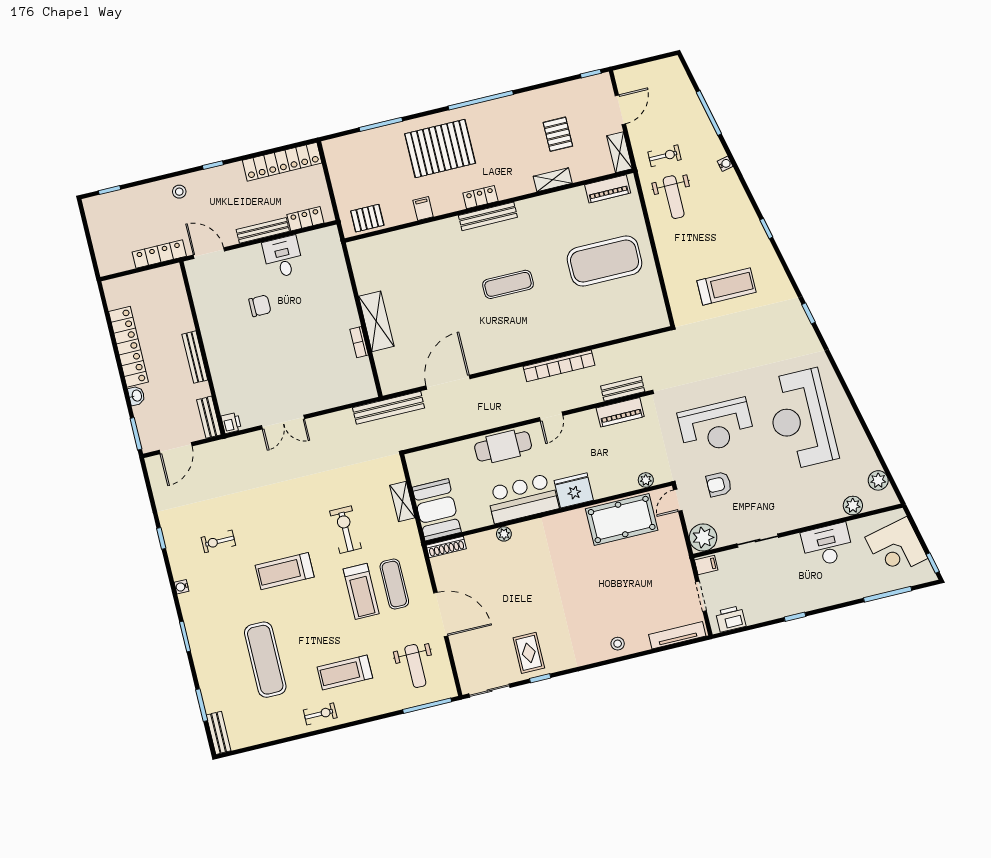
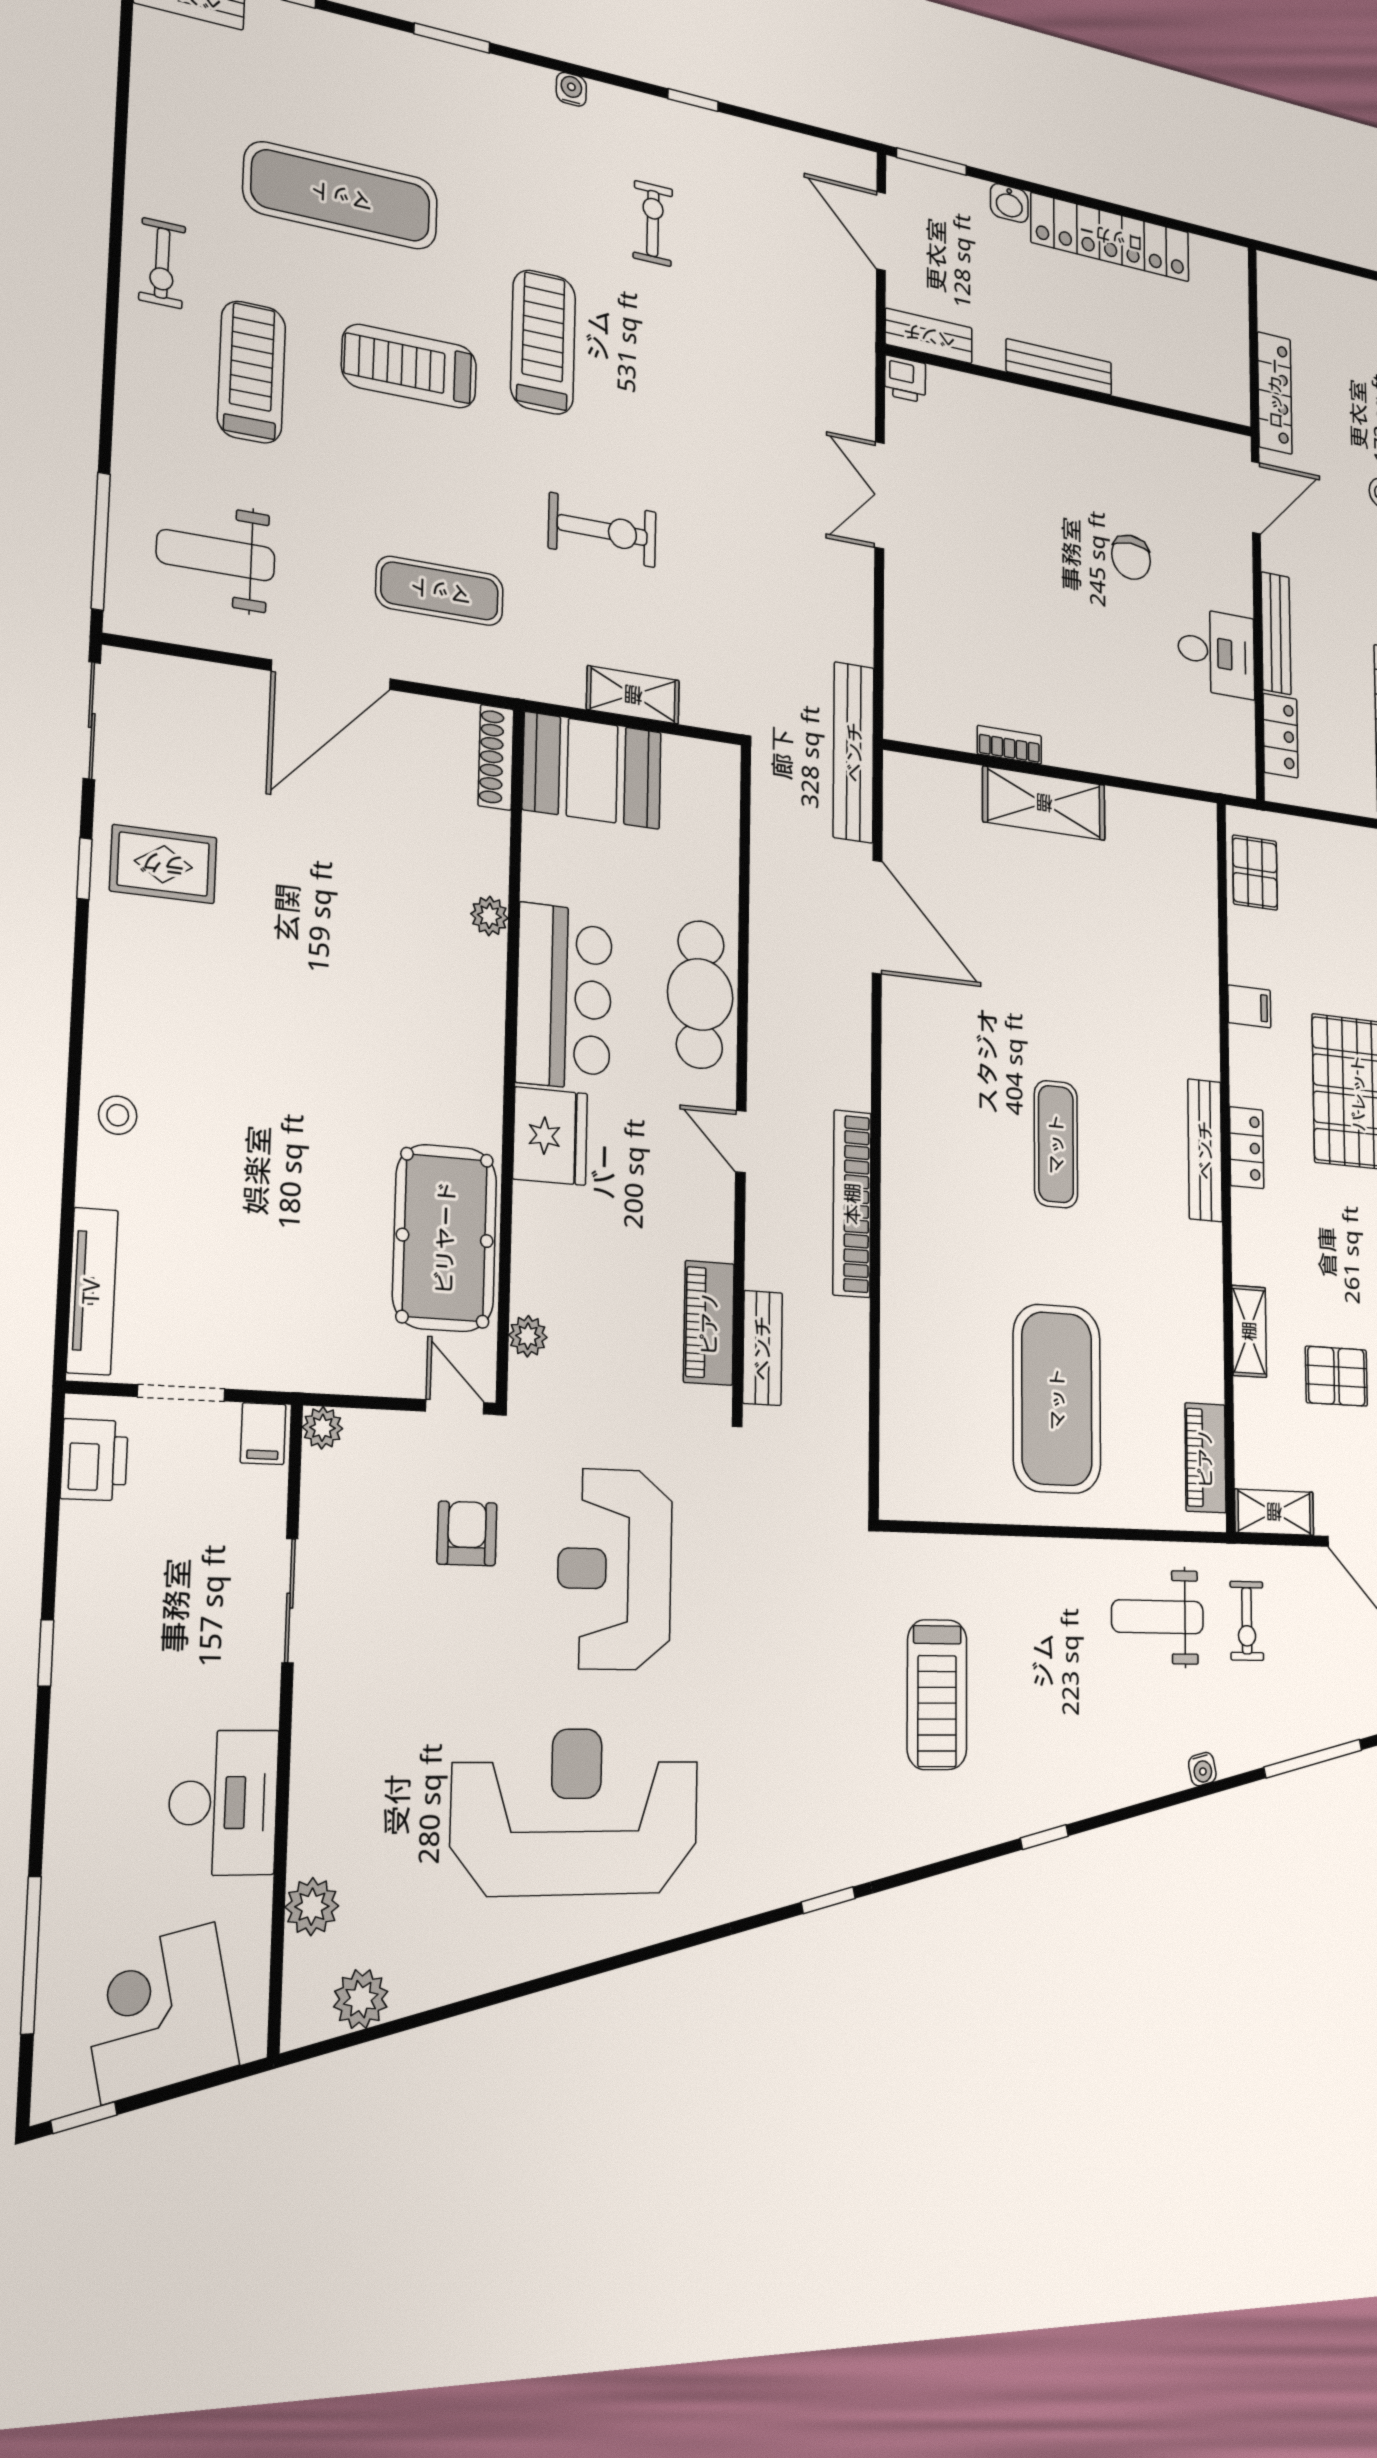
plant: (703, 537) -> (322, 1428), width x0.53, depth x0.53
treadmill: (361, 591) -> (409, 366), moved

